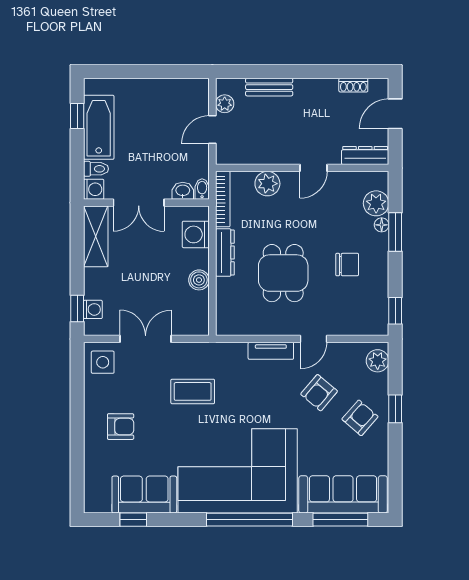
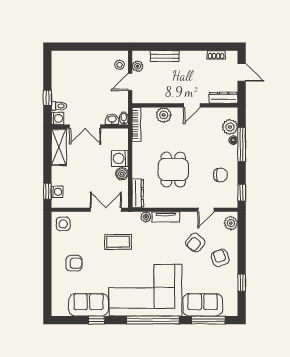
stool: (195, 101) -> (119, 65), added
door: (395, 114) -> (242, 72), swing flipped
window: (77, 116) -> (47, 98), moved
bathtub: (99, 127) -> (61, 81), removed
window: (395, 232) -> (242, 144), width x1.44
washing machine: (196, 234) -> (120, 158), moved
dresser: (225, 253) -> (138, 193), moved
chair: (347, 265) -> (220, 175), moved
double door: (146, 339) -> (106, 210), moved
door: (313, 339) -> (206, 210), moved
plant: (238, 351) -> (146, 217), added
window: (395, 409) -> (242, 283), moved
armchair: (360, 418) -> (220, 258), turned -61
sofa: (343, 494) -> (203, 305), width x0.73
window: (133, 520) -> (96, 320), moved

